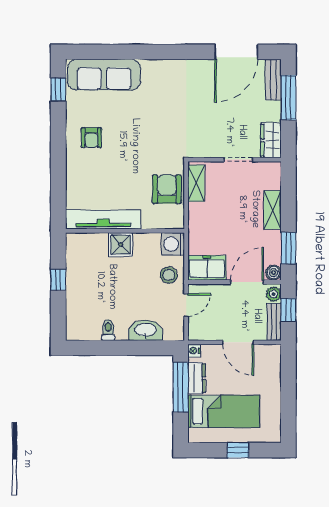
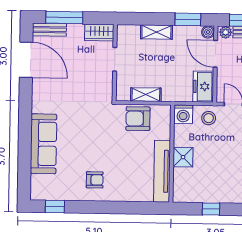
sofa: (104, 75) -> (44, 144), moved
shelving: (196, 183) -> (146, 95), moved

